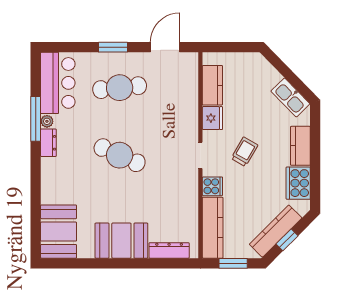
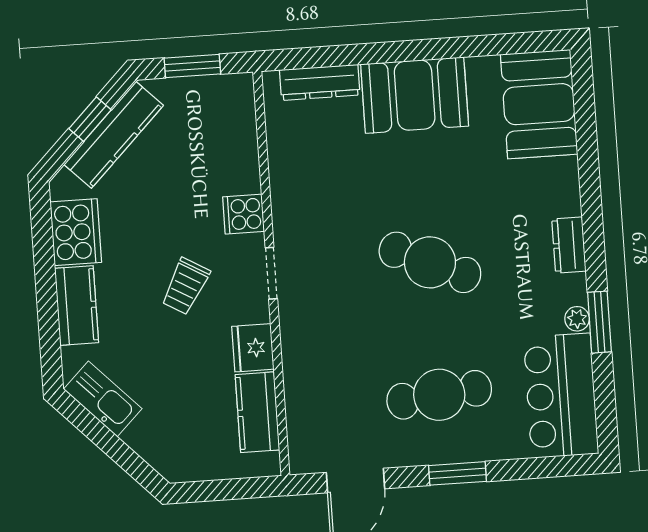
window: (36, 119) -> (599, 322), width x0.69
dresser: (48, 143) -> (569, 245), moved
kitchen counter: (213, 228) -> (237, 133), removed

